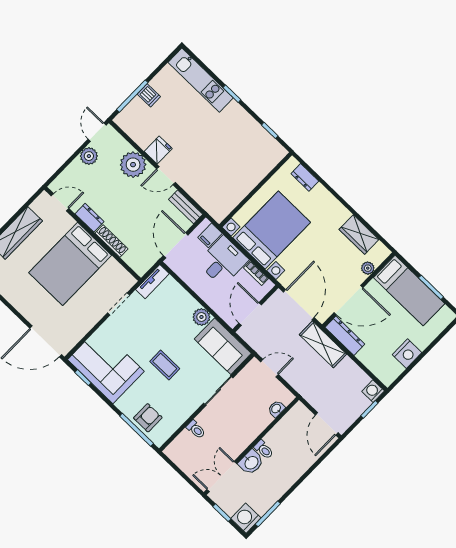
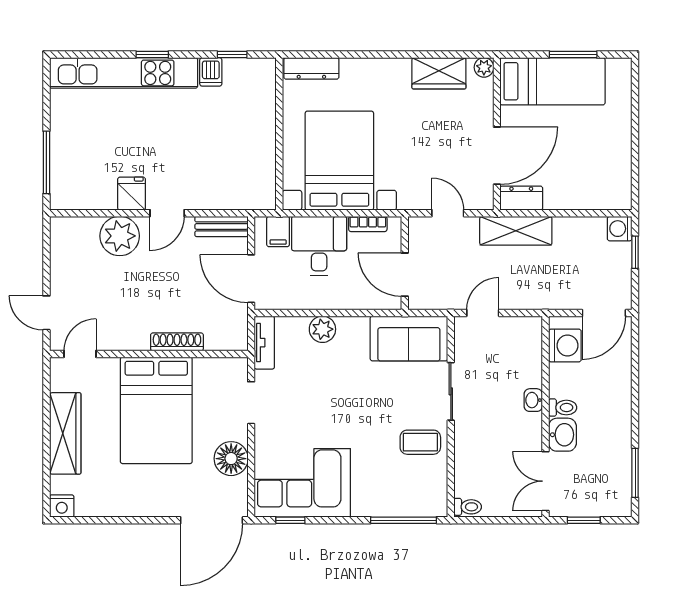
kitchen unit: (201, 80) -> (124, 73), width x1.36
dishwasher: (149, 95) -> (211, 72), moved, turned 90
door: (97, 132) -> (46, 313), moved
plant: (89, 156) -> (63, 273), removed
dresser: (305, 177) -> (311, 68), width x1.44
dresser: (90, 218) -> (128, 340), removed
plant: (368, 268) -> (484, 67), moved
door: (299, 305) -> (448, 213), width x0.53
plant: (201, 317) -> (322, 329), moved
floor lamp: (83, 321) -> (231, 459), added
dresser: (345, 336) -> (521, 198), width x0.70
nightstand: (407, 354) -> (617, 152), removed
coffee table: (165, 365) -> (420, 442), moved
washbasin: (276, 409) -> (533, 400), moved
armchair: (148, 418) -> (403, 495), removed
door: (327, 424) -> (604, 313), hinge flipped
toilet: (196, 429) -> (468, 507), moved
washing machine: (246, 518) -> (565, 345), moved, turned 180

